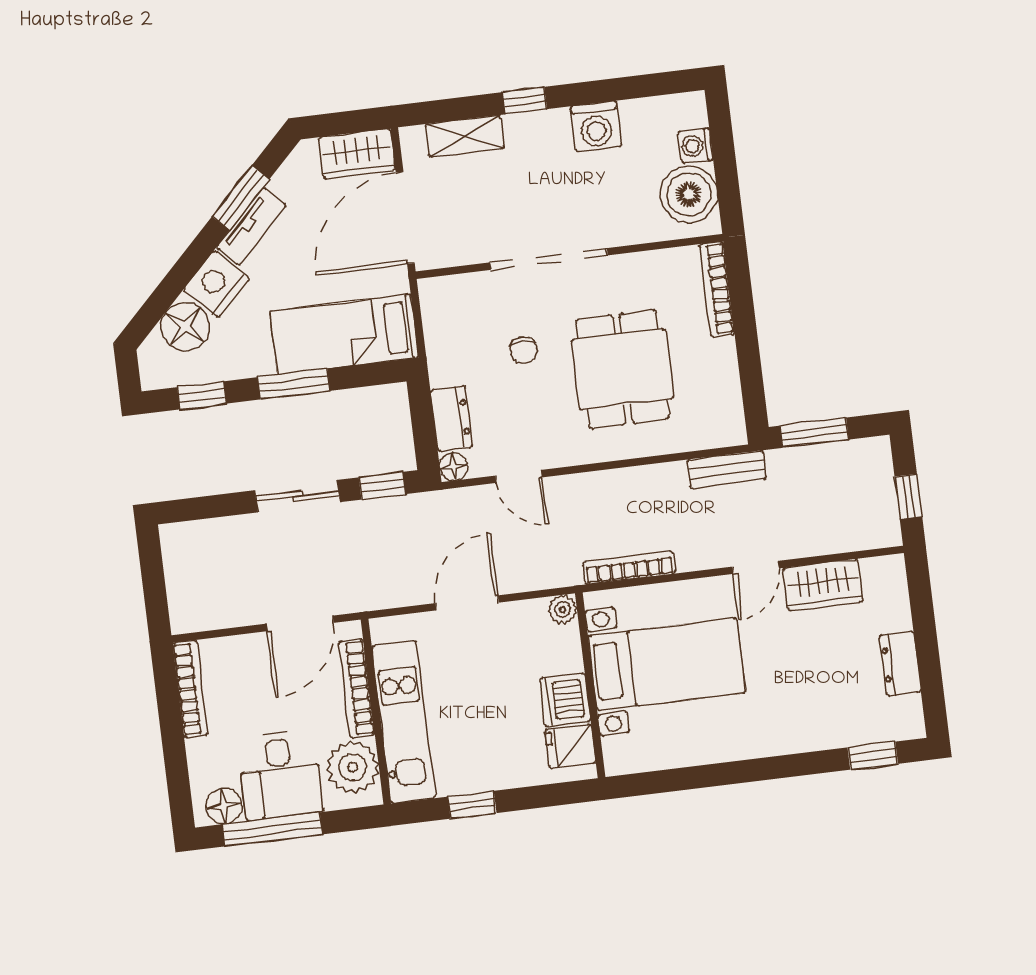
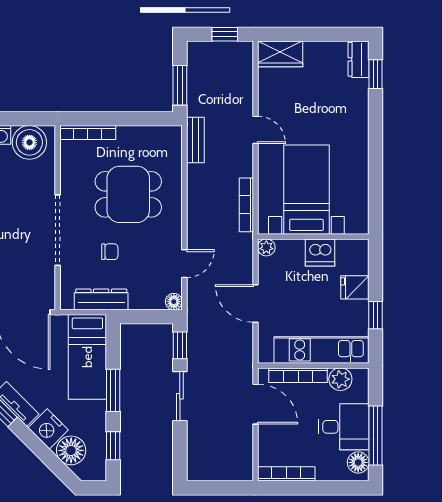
dresser: (451, 419) -> (101, 299), moved, width x1.44
wardrobe: (823, 585) -> (280, 54), moved, turned 90
dresser: (900, 663) -> (359, 59), moved, turned 90
fridge: (570, 747) -> (355, 287), moved, turned 90
plant: (353, 767) -> (340, 379), width x0.73, depth x0.73

